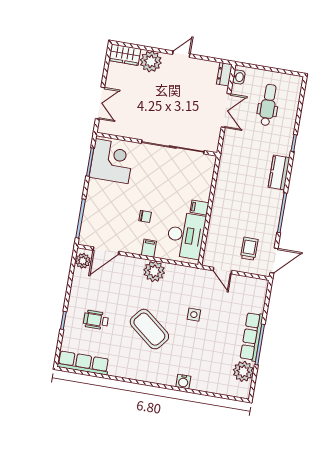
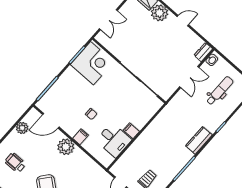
desk: (186, 235) -> (114, 140), width x0.73
plant: (83, 261) -> (22, 128), moved
plant: (154, 271) -> (66, 147), moved

